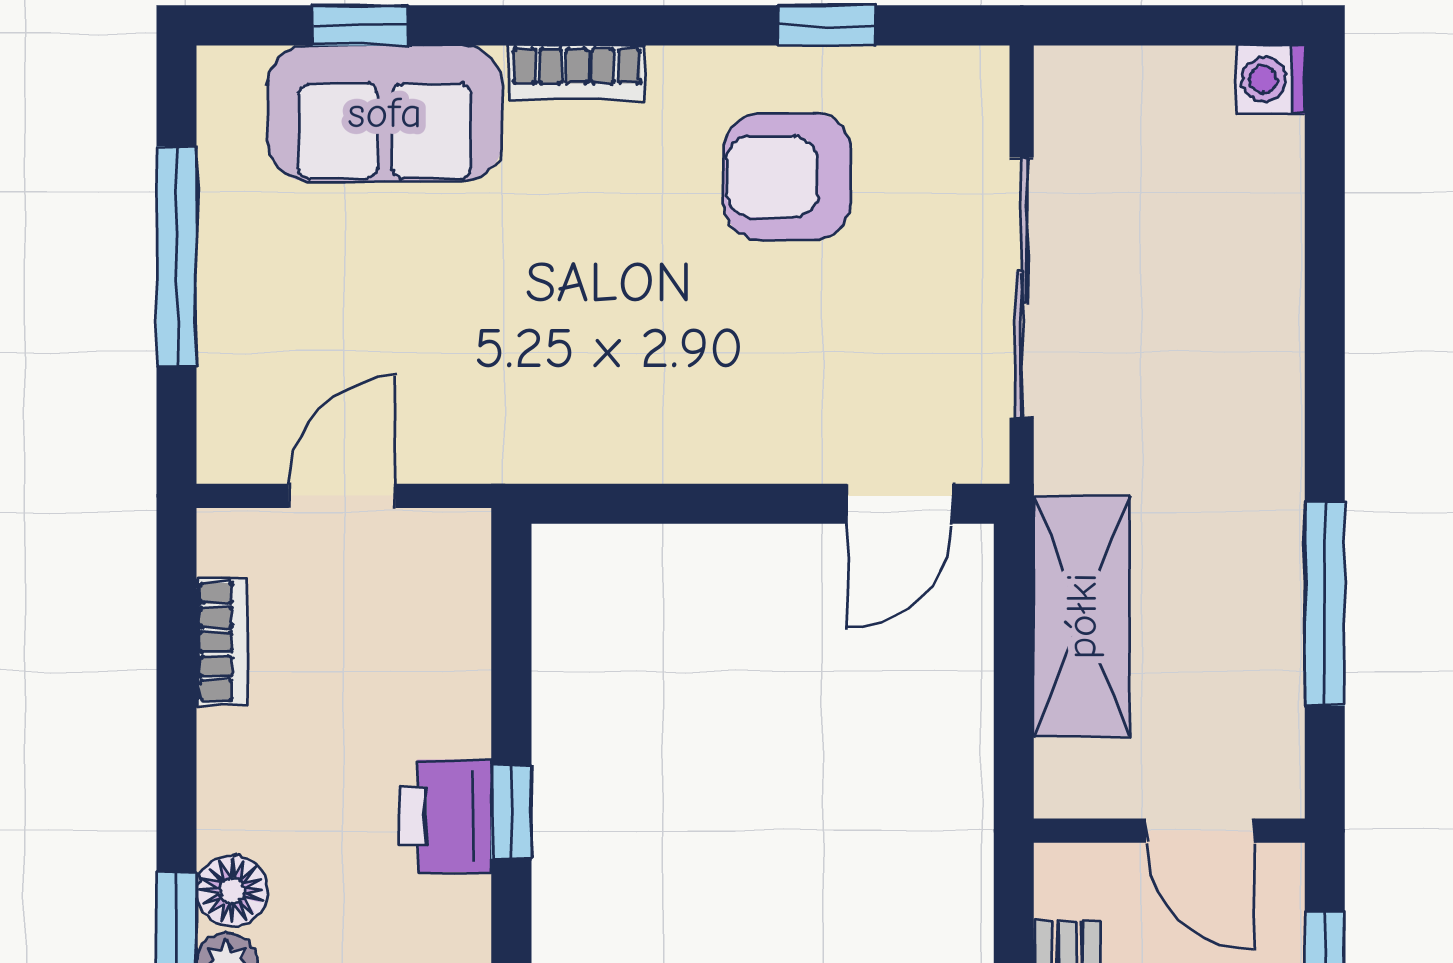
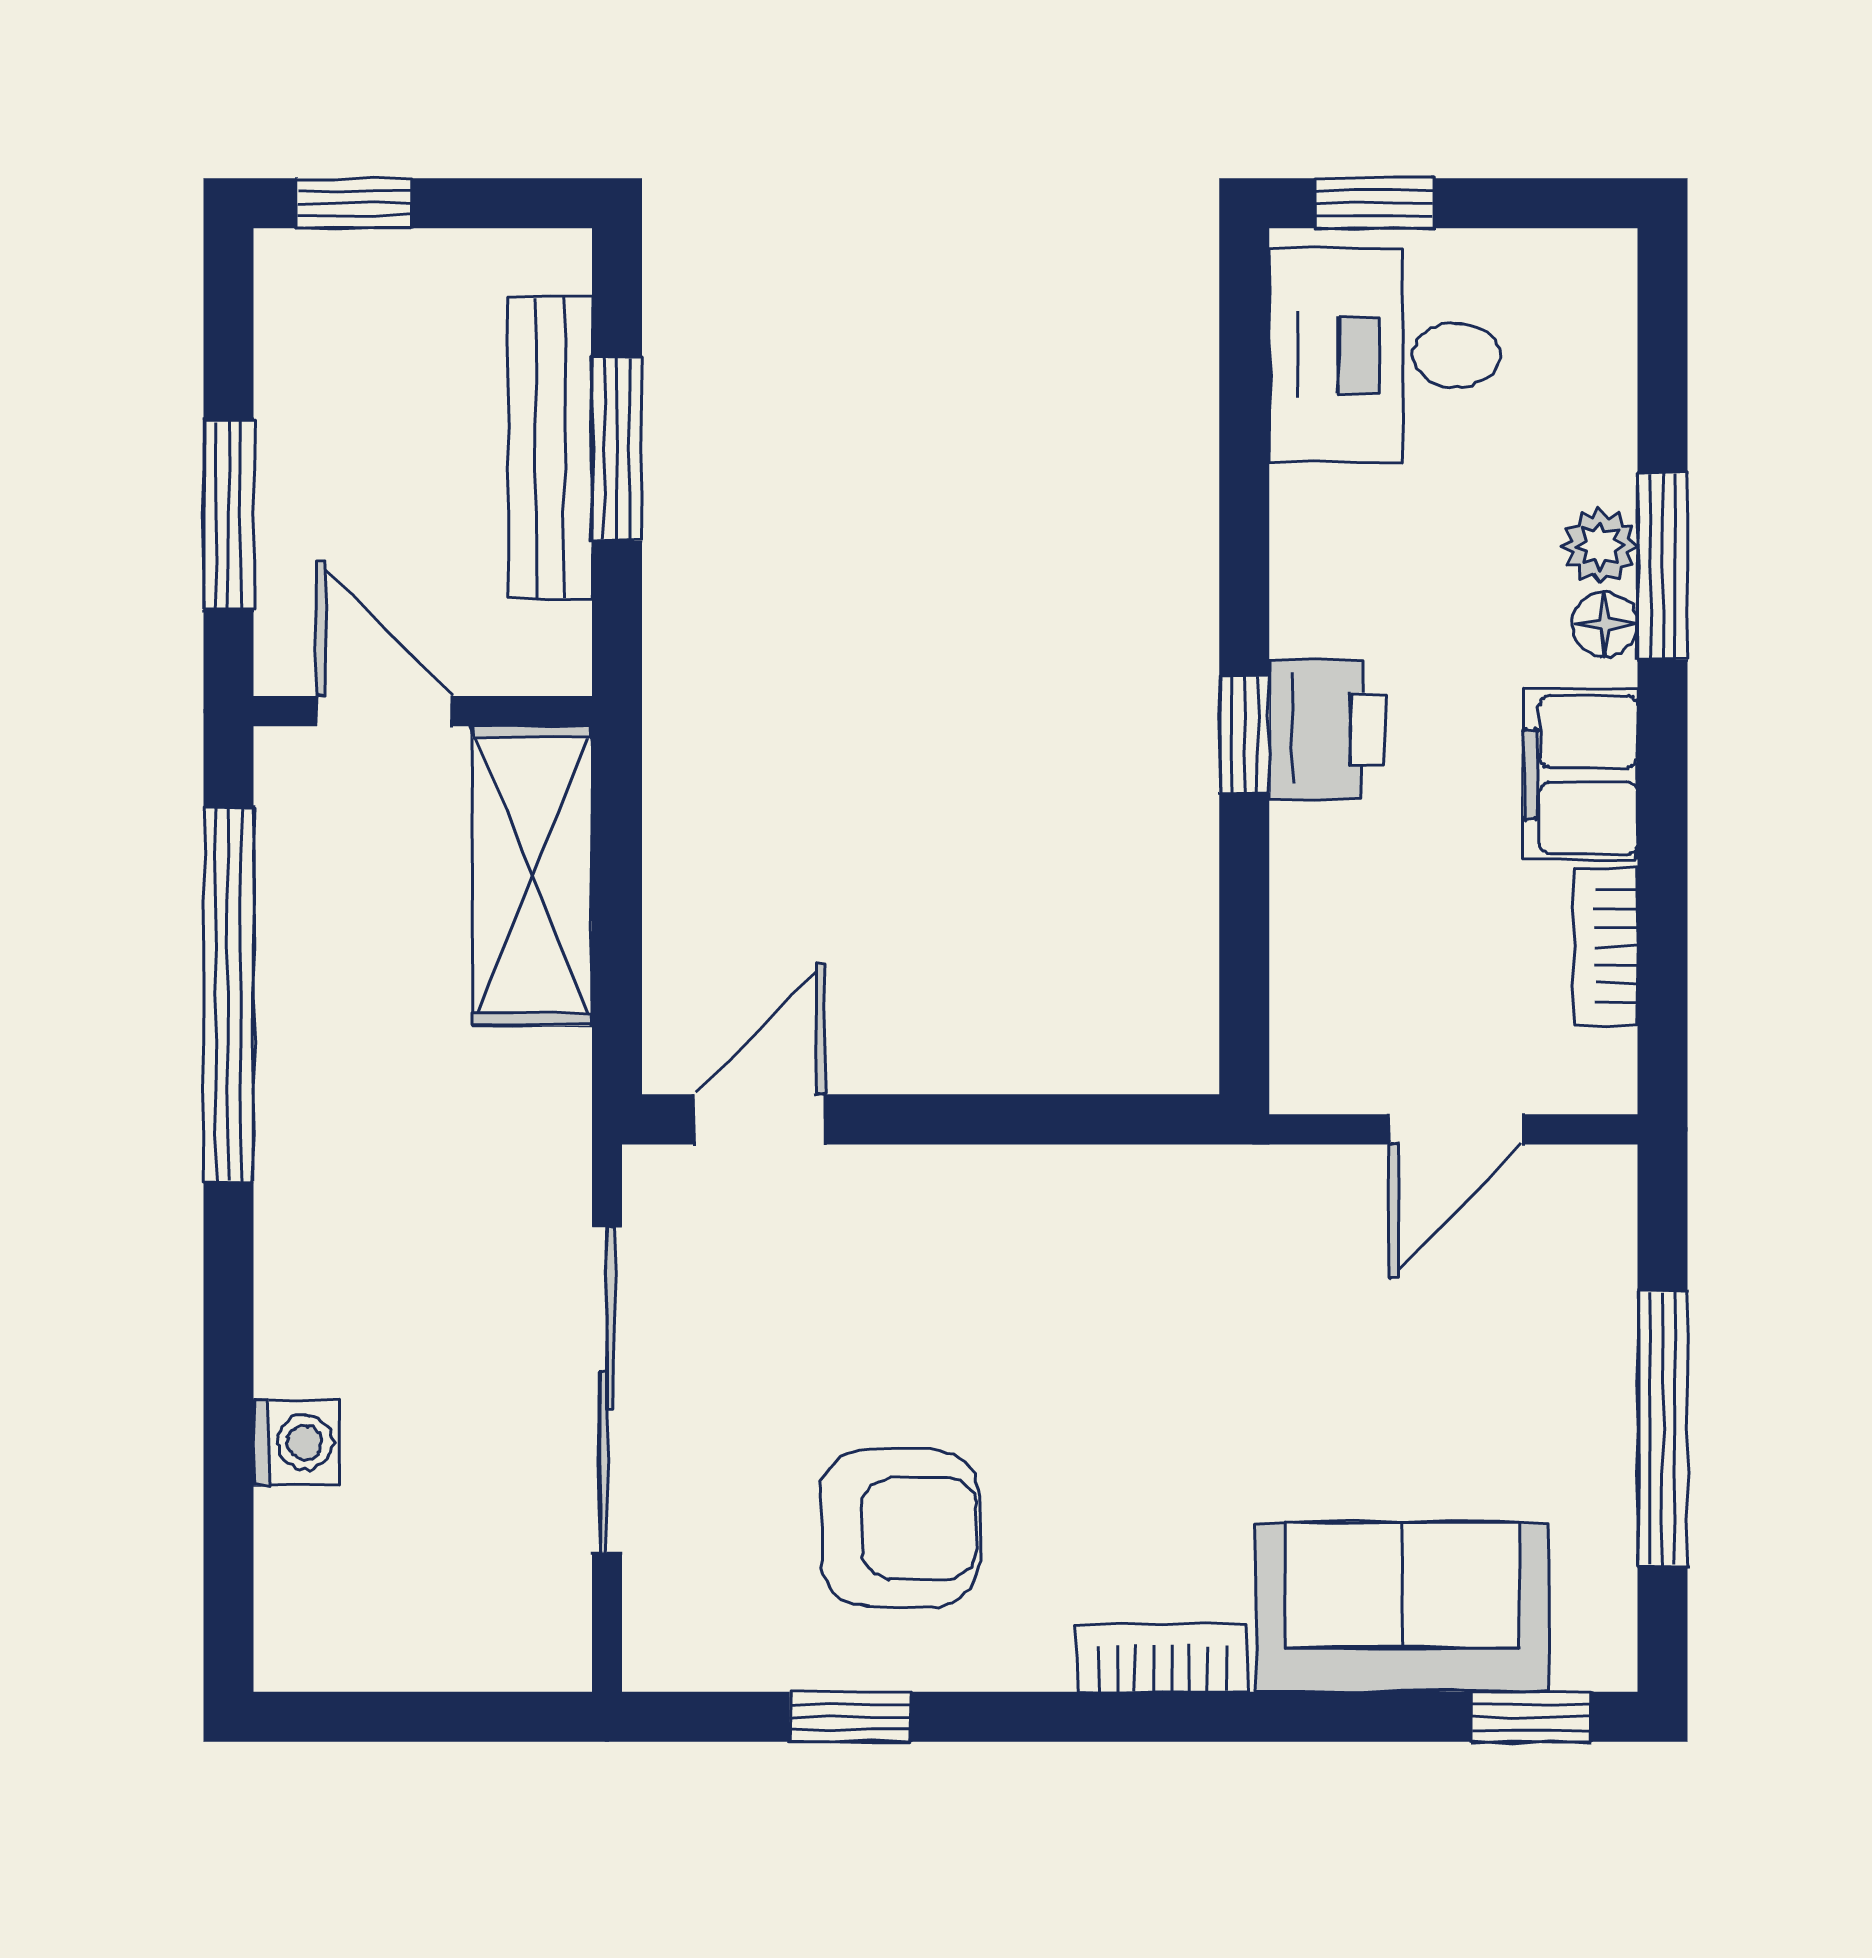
window: (360, 25) -> (1531, 1717), moved
washing machine: (1271, 79) -> (296, 1442), moved
window: (1325, 603) -> (229, 995), width x1.46
shelving: (1082, 616) -> (532, 876), moved
filing cabinet: (242, 780) -> (1581, 775), added
floor lamp: (232, 891) -> (1605, 624), width x0.73, depth x0.73

